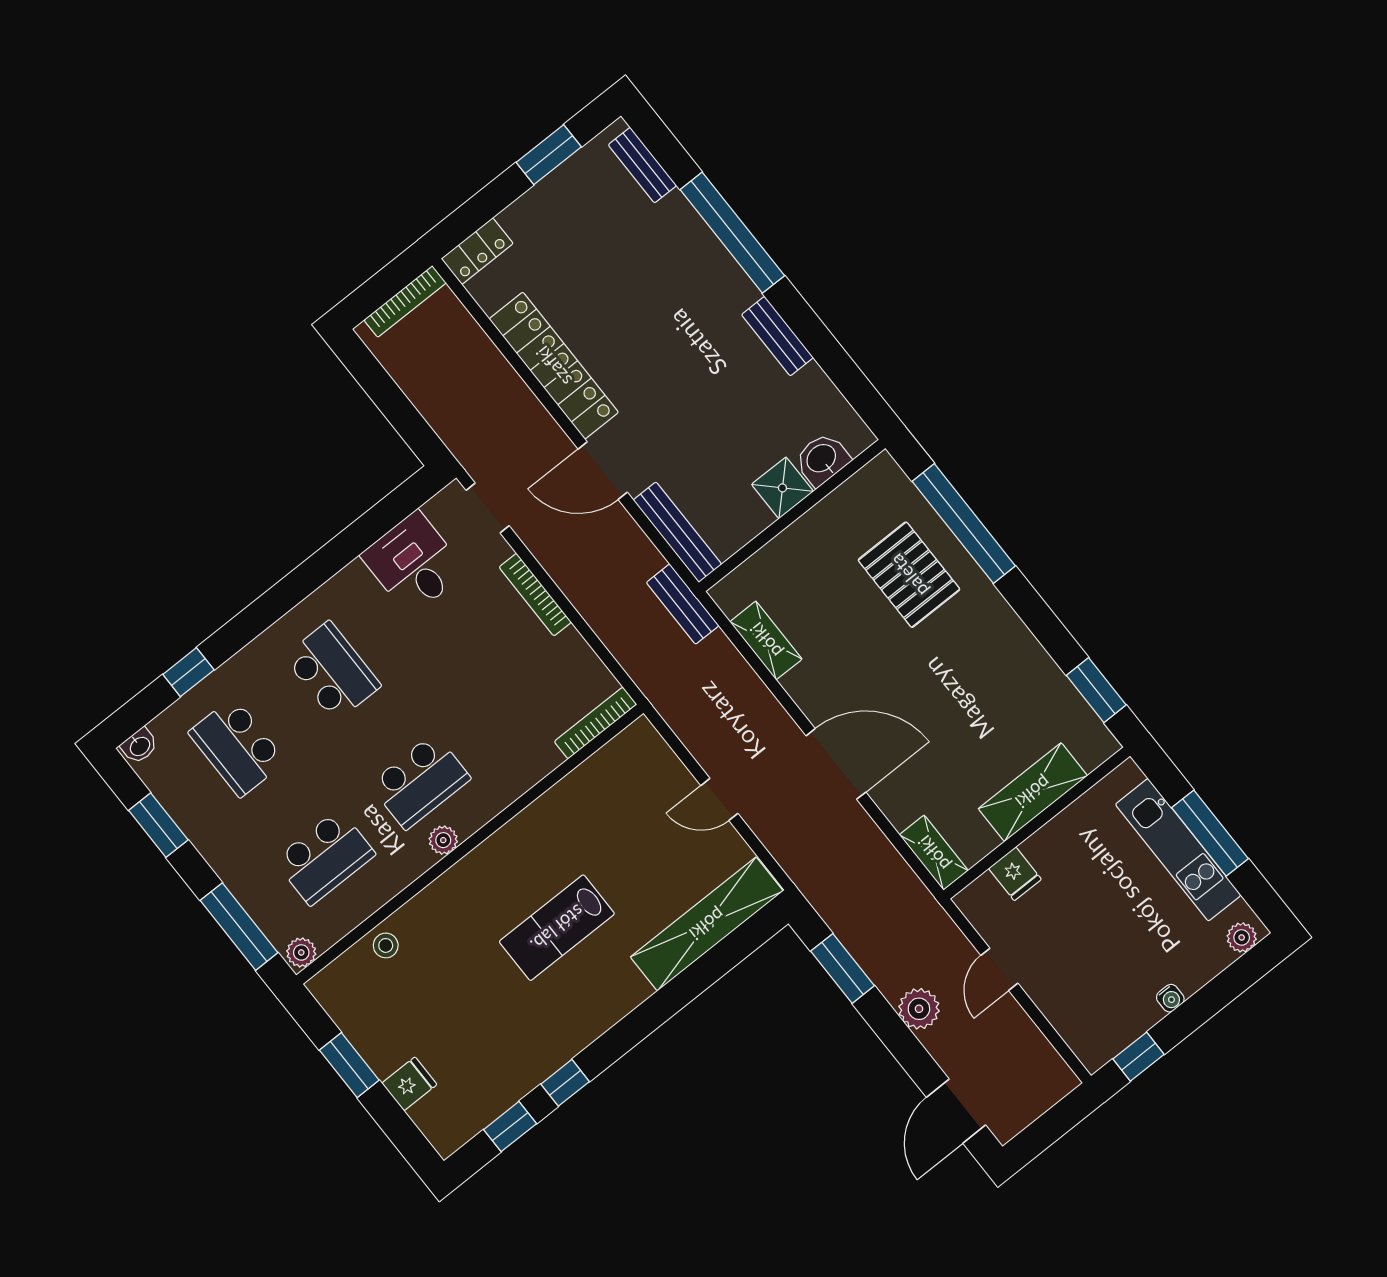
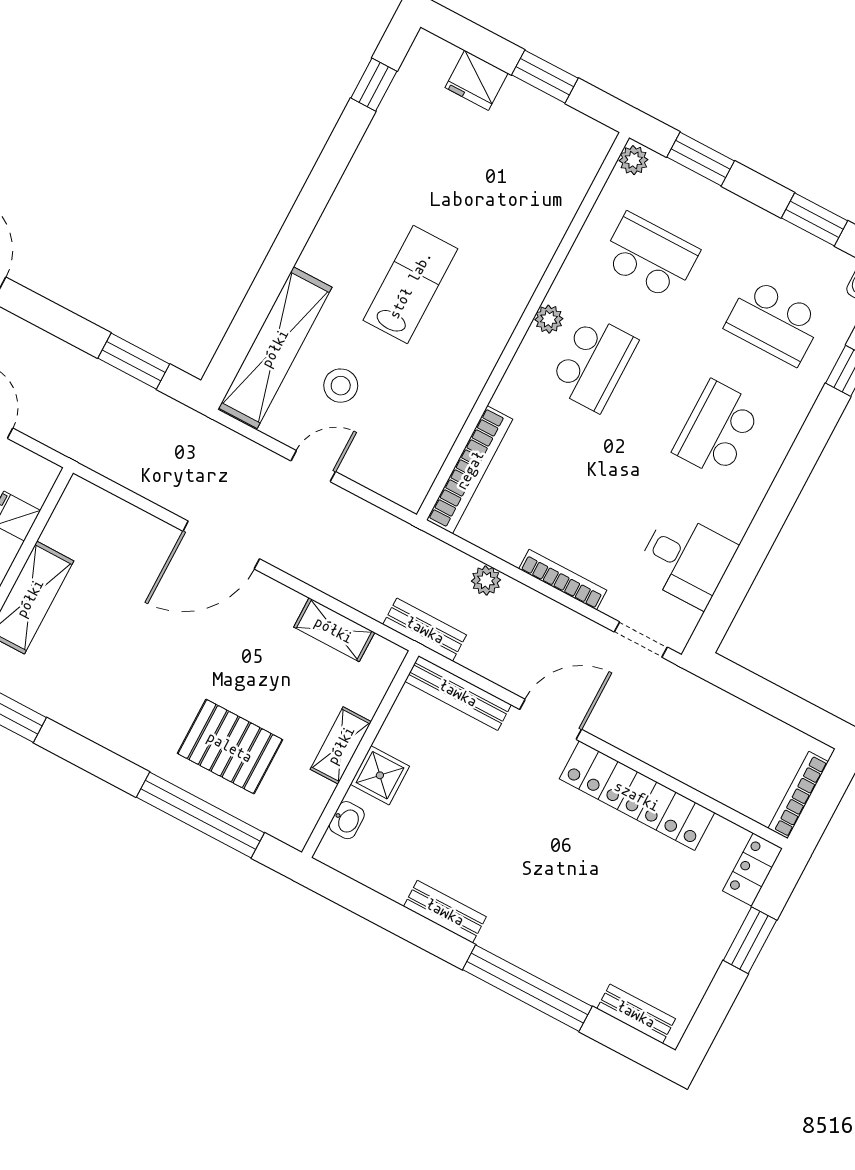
window: (549, 155) -> (750, 940), moved
washbasin: (822, 459) -> (347, 820), width x0.72, depth x0.69
school desk: (332, 671) -> (717, 429), turned 90
bookcase: (596, 723) -> (470, 470), width x1.48, depth x1.31
school desk: (237, 747) -> (774, 322), turned 180
school desk: (420, 781) -> (593, 363), turned 180
shelving: (934, 853) -> (341, 745), moved, turned 90
school desk: (325, 857) -> (650, 256), turned 90
window: (239, 927) -> (701, 159), width x0.69
stool: (386, 945) -> (341, 386), moved, width x1.37, depth x1.37
plant: (919, 1009) -> (486, 580), moved, width x0.73, depth x0.73
window: (565, 1083) -> (341, 146), removed
fridge: (409, 1084) -> (477, 80), width x1.38

